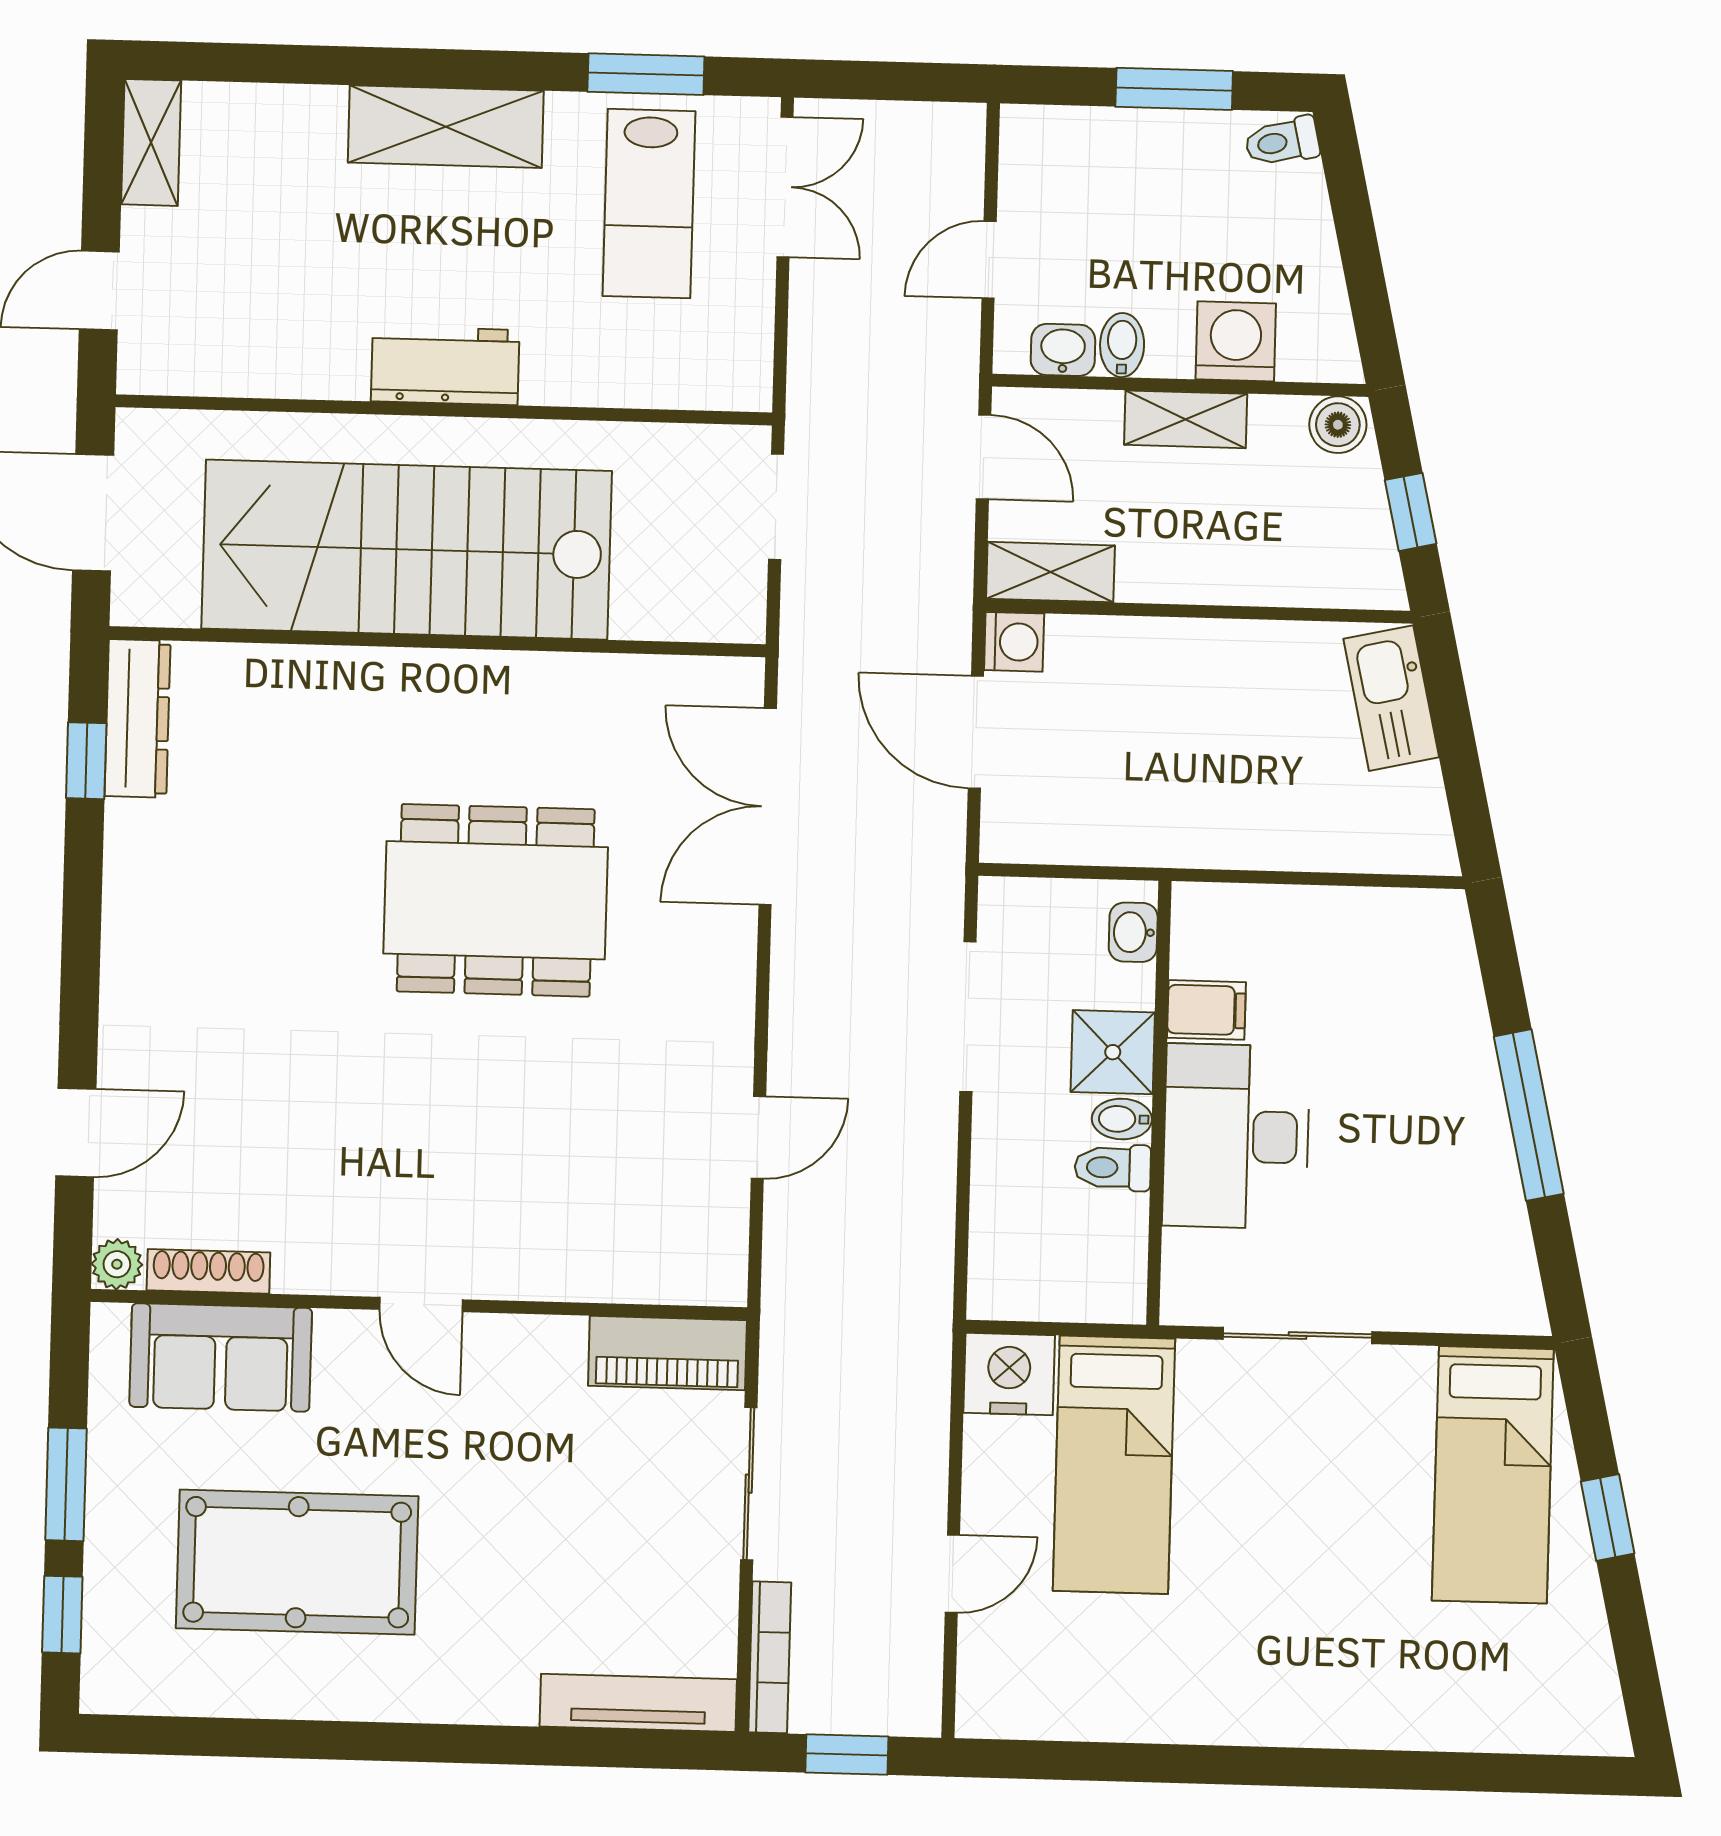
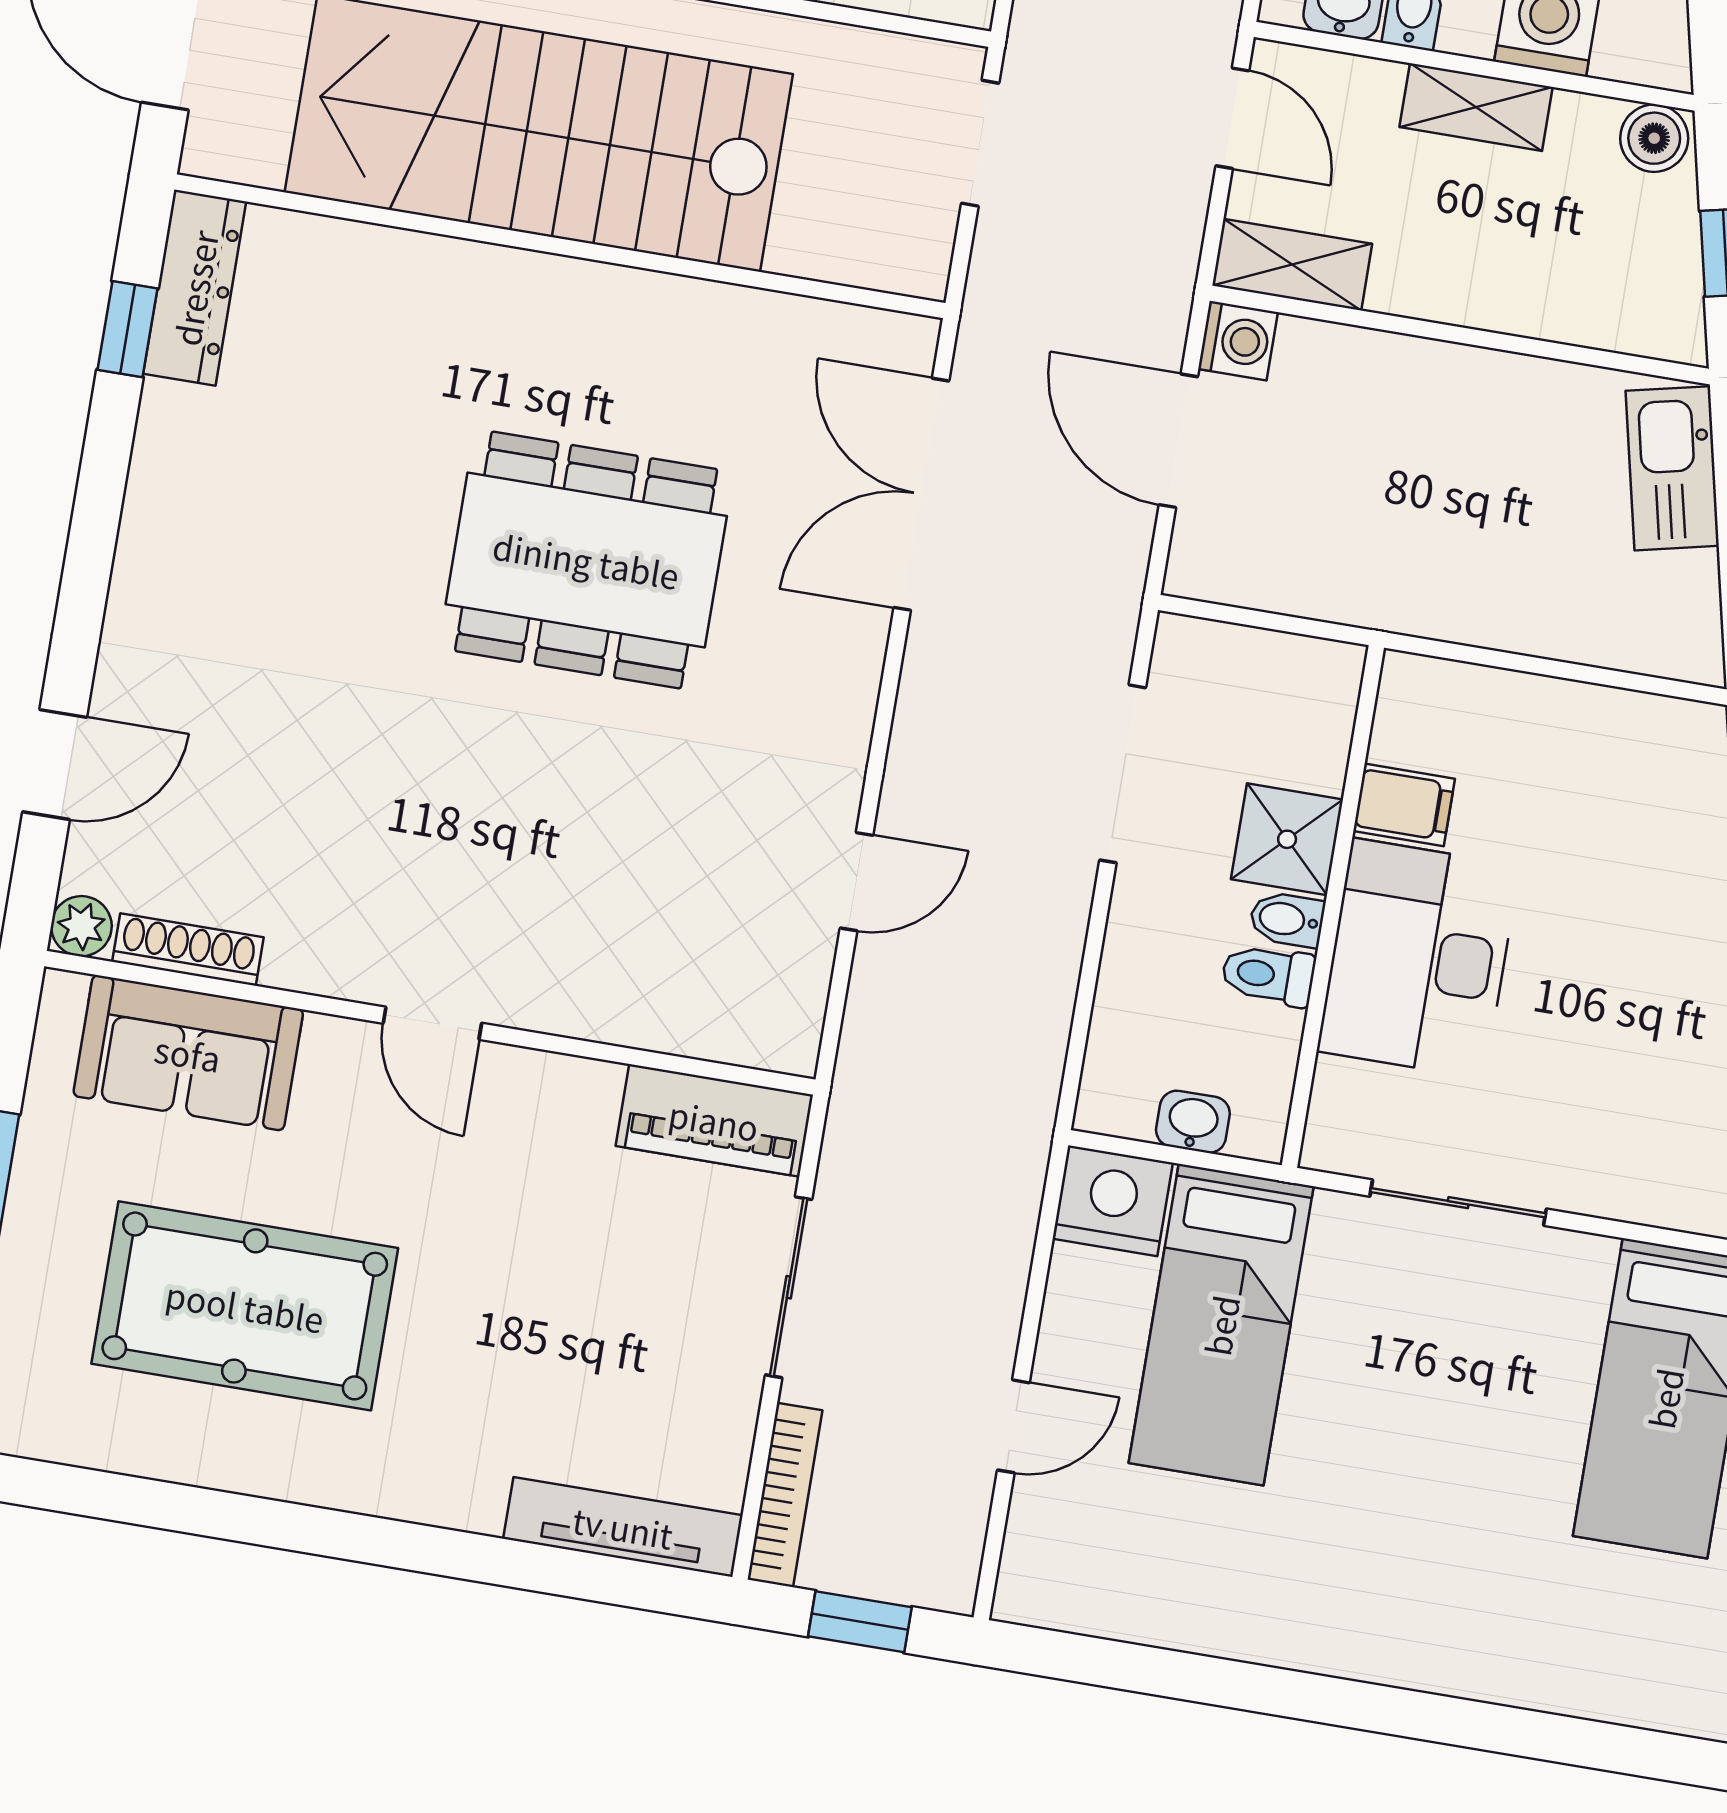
washbasin: (1133, 932) -> (1193, 1122), moved, turned 90

